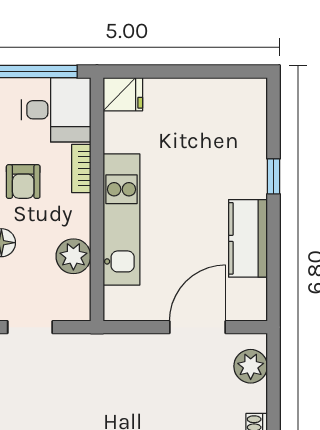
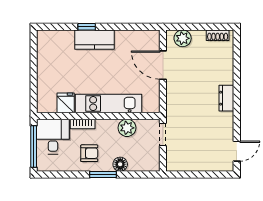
fridge: (123, 94) -> (66, 103), moved
kitchen counter: (248, 238) -> (95, 40), moved
doorway: (30, 327) -> (163, 134), moved

